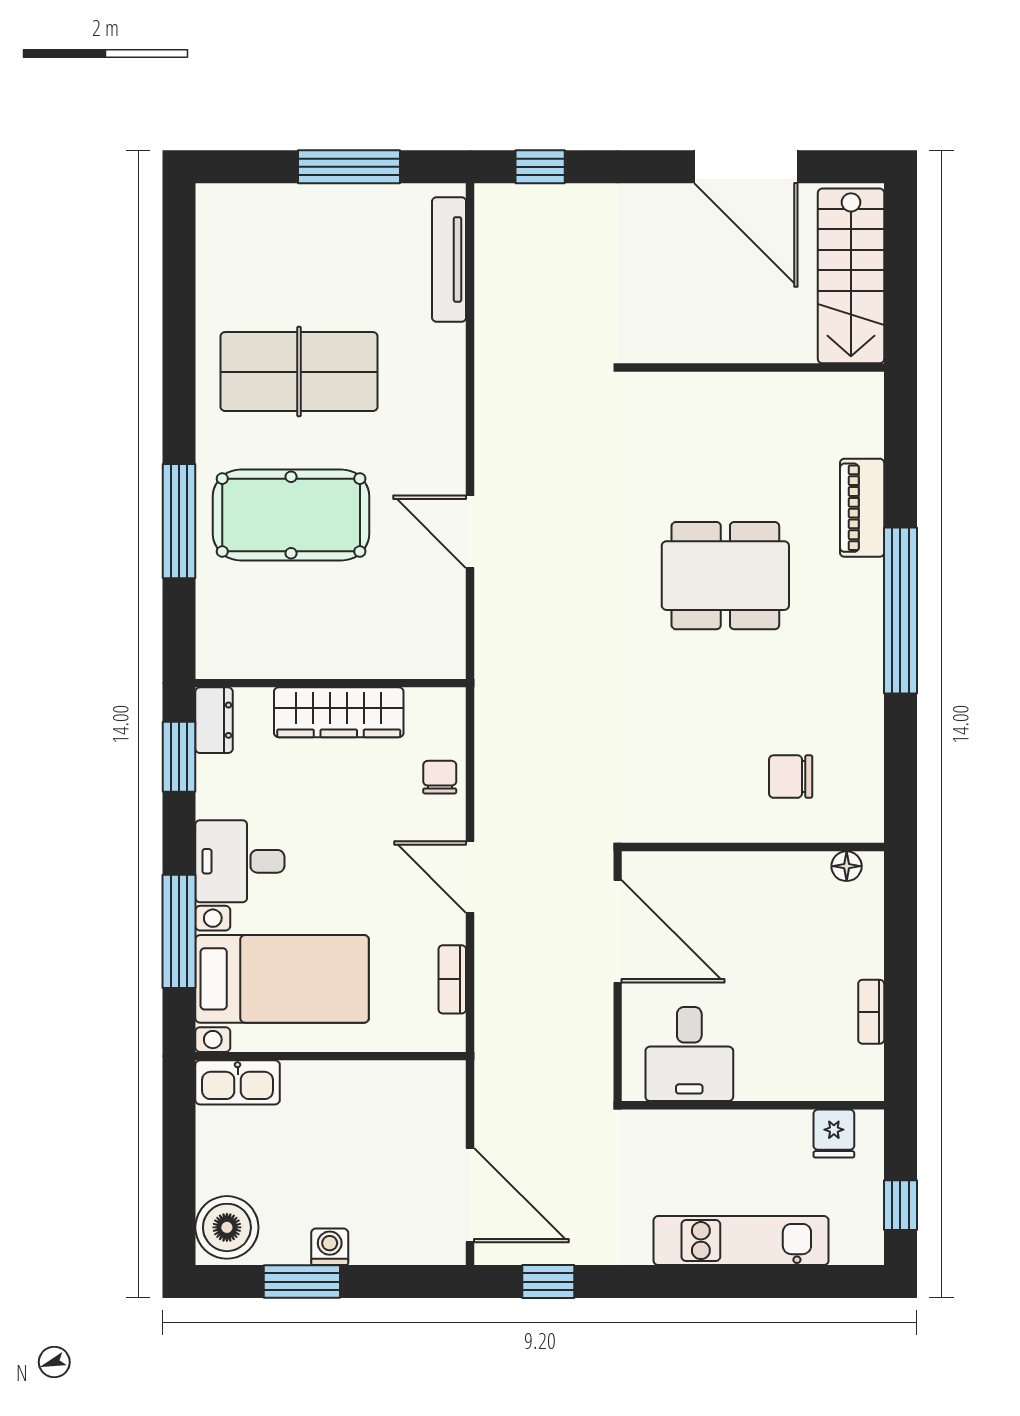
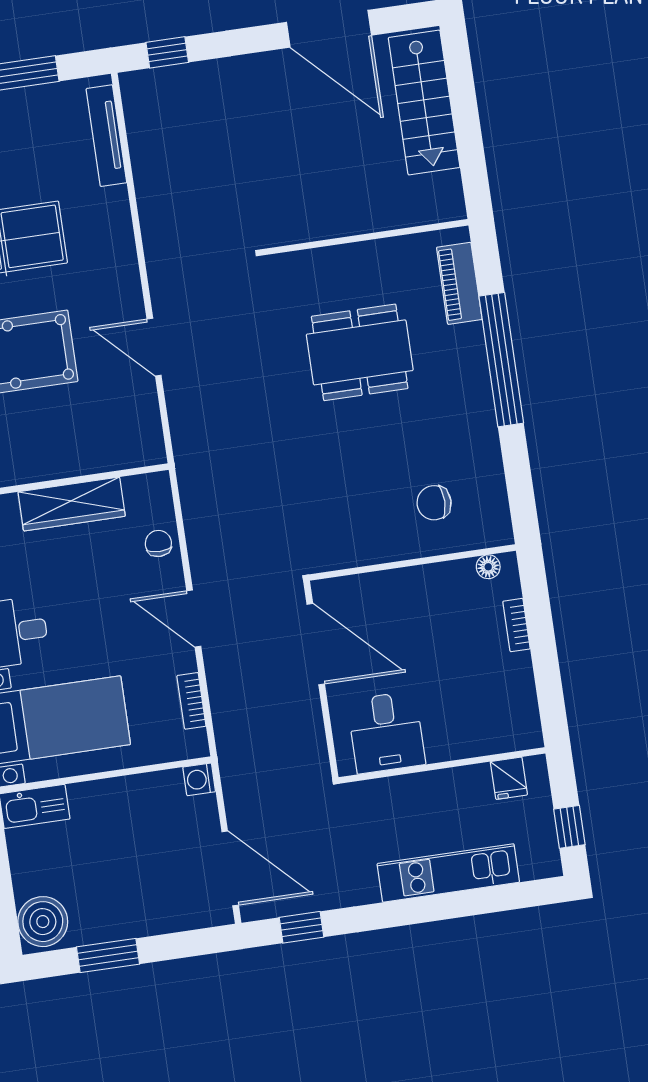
wall: (753, 368) -> (365, 237), moved
bookcase: (871, 1012) -> (516, 625), moved
washing machine: (330, 1247) -> (199, 779), moved, turned -90

